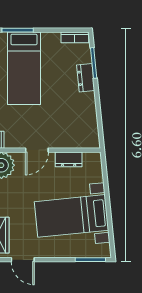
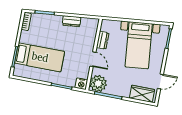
dresser: (86, 78) -> (72, 21), moved

